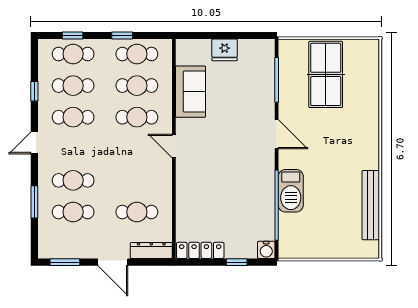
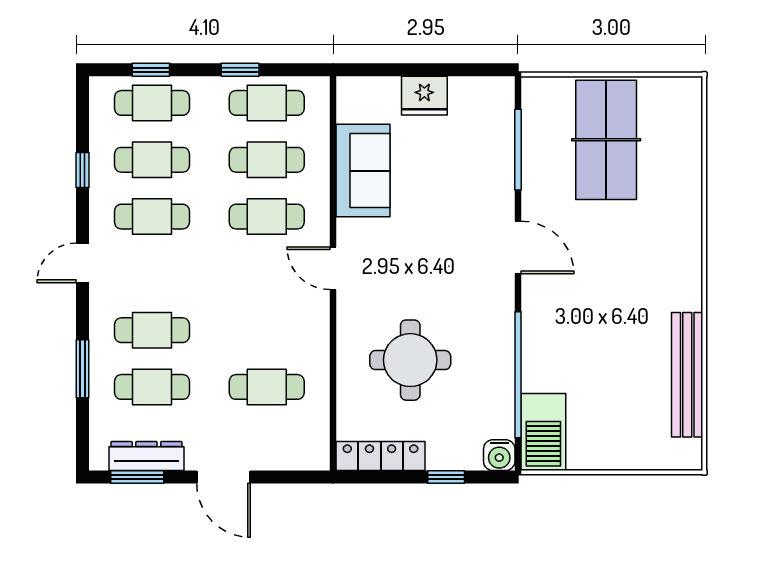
barbecue: (291, 191) -> (543, 432), moved
round table: (217, 197) -> (410, 360), added
dresser: (151, 250) -> (146, 456), moved

